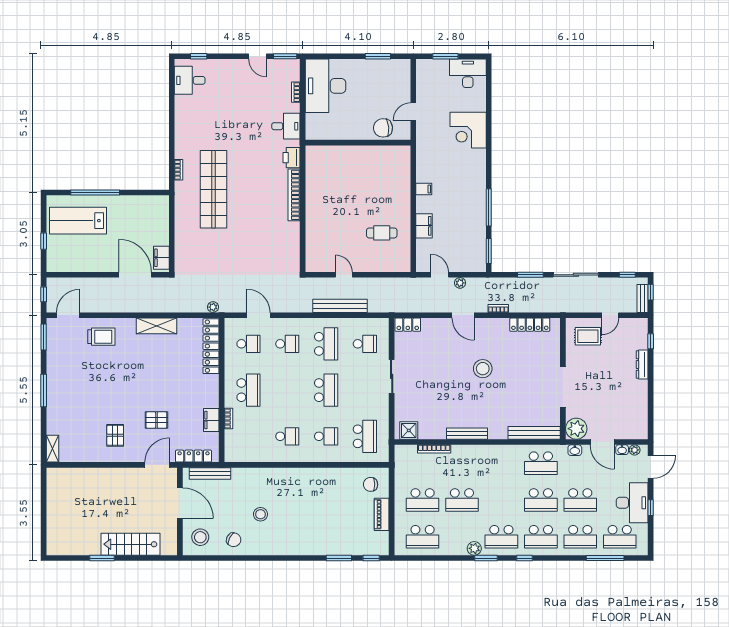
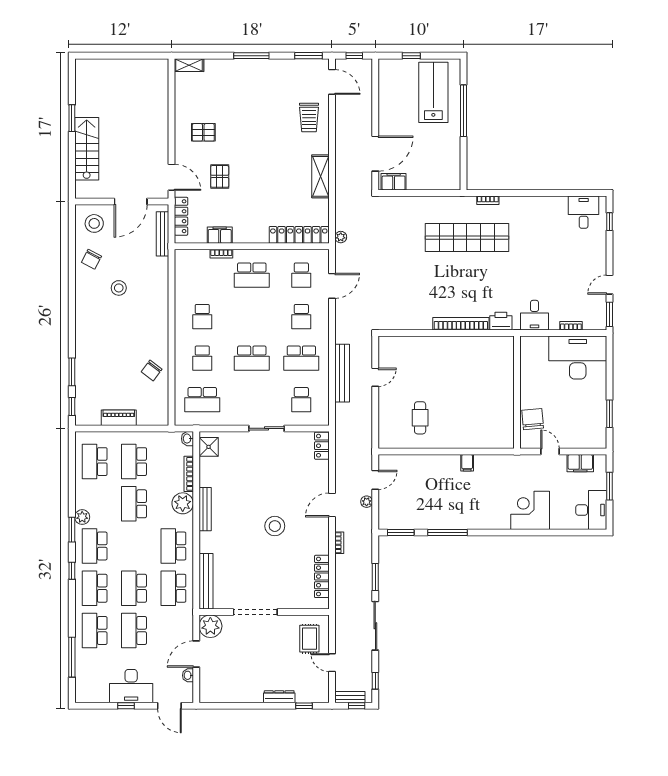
filing cabinet: (424, 226) -> (580, 463), moved
washbasin: (575, 450) -> (187, 439), moved
plant: (635, 450) -> (183, 503), moved, width x1.88, depth x1.88
chair: (371, 484) -> (152, 370), moved, turned -143
school desk: (620, 537) -> (173, 546), moved

